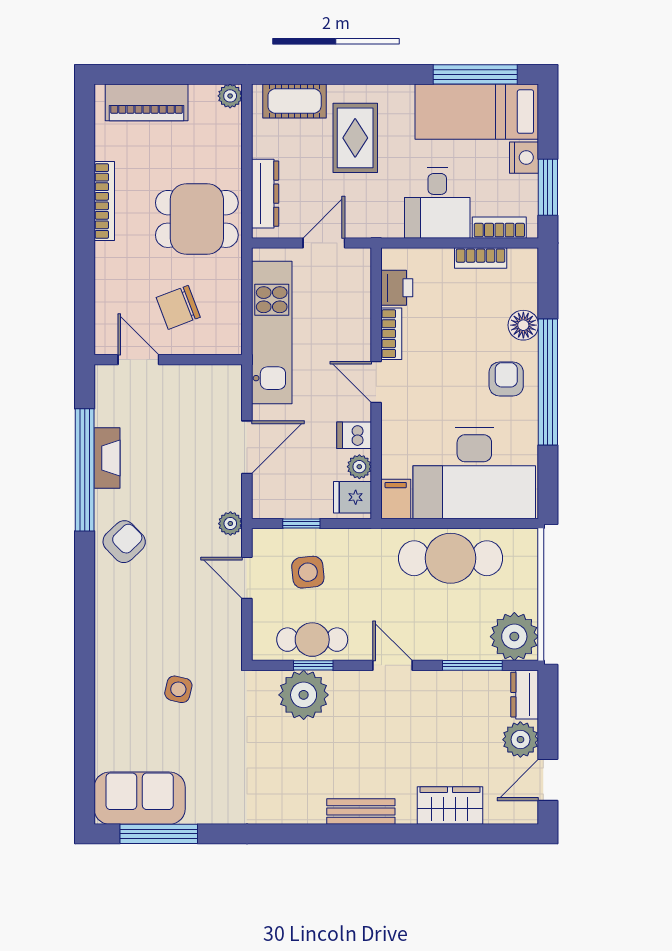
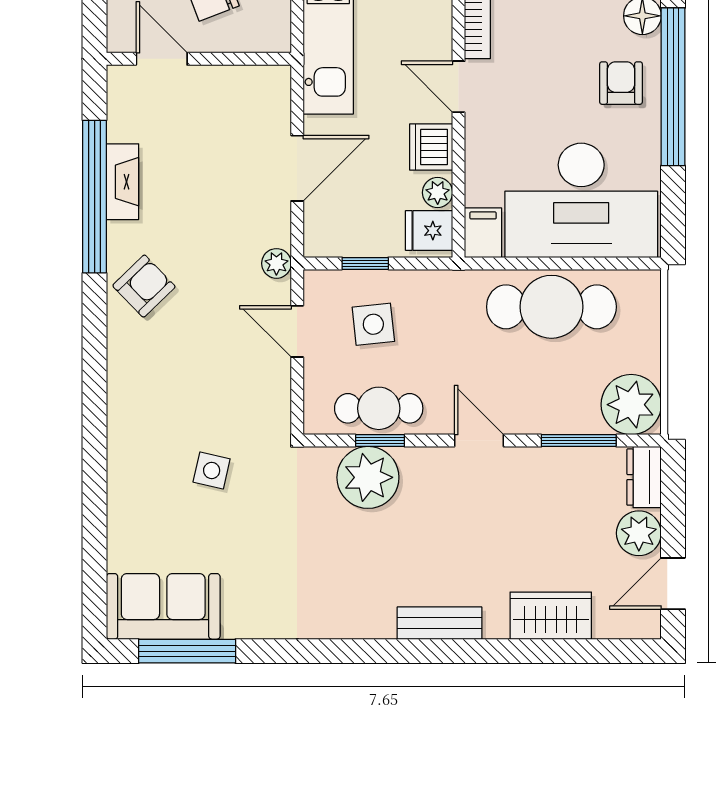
dishwasher: (354, 435) -> (431, 147), width x1.38

